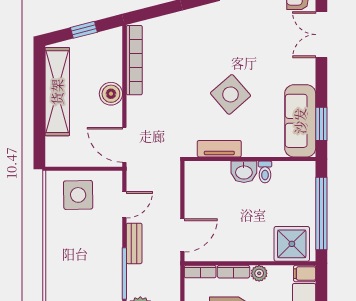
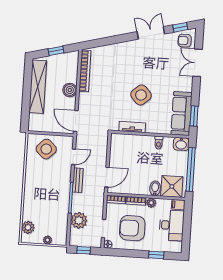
washbasin: (244, 172) -> (181, 144), moved
side table: (78, 195) -> (46, 149), turned 45
bidet: (264, 249) -> (155, 188), added

